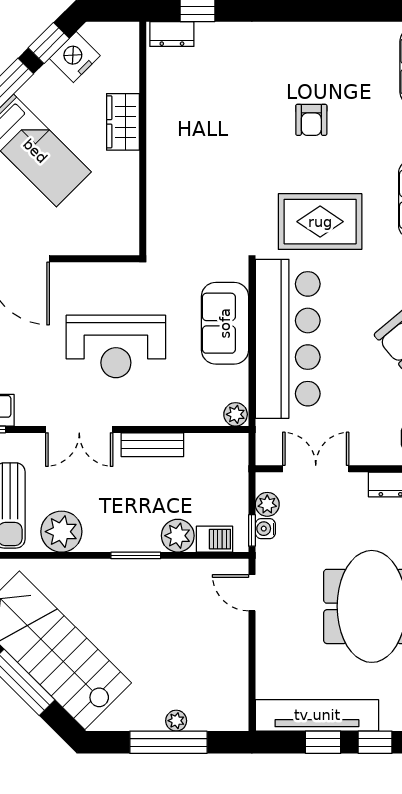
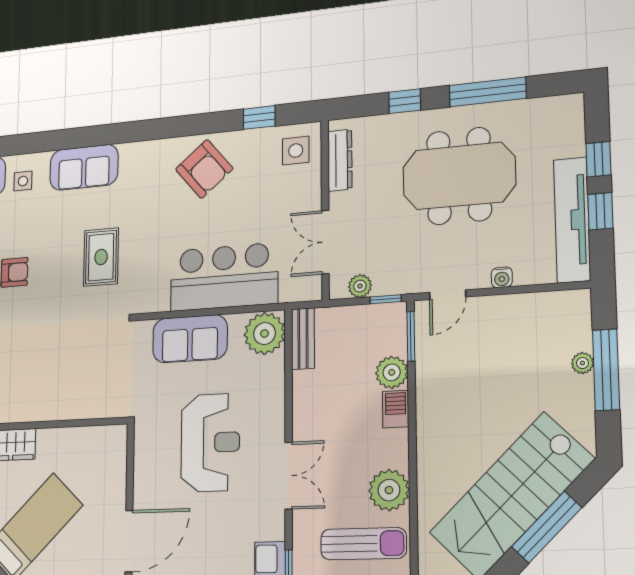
rug: (320, 222) -> (101, 257), width x0.73, depth x0.70
bar counter: (288, 339) -> (224, 277), width x0.73
plant: (236, 414) -> (265, 334), width x1.87, depth x1.87
bench: (152, 445) -> (303, 339), moved
water cooler: (265, 529) -> (502, 277), moved
barbecue: (214, 539) -> (396, 409), moved
window: (136, 555) -> (411, 336), moved

